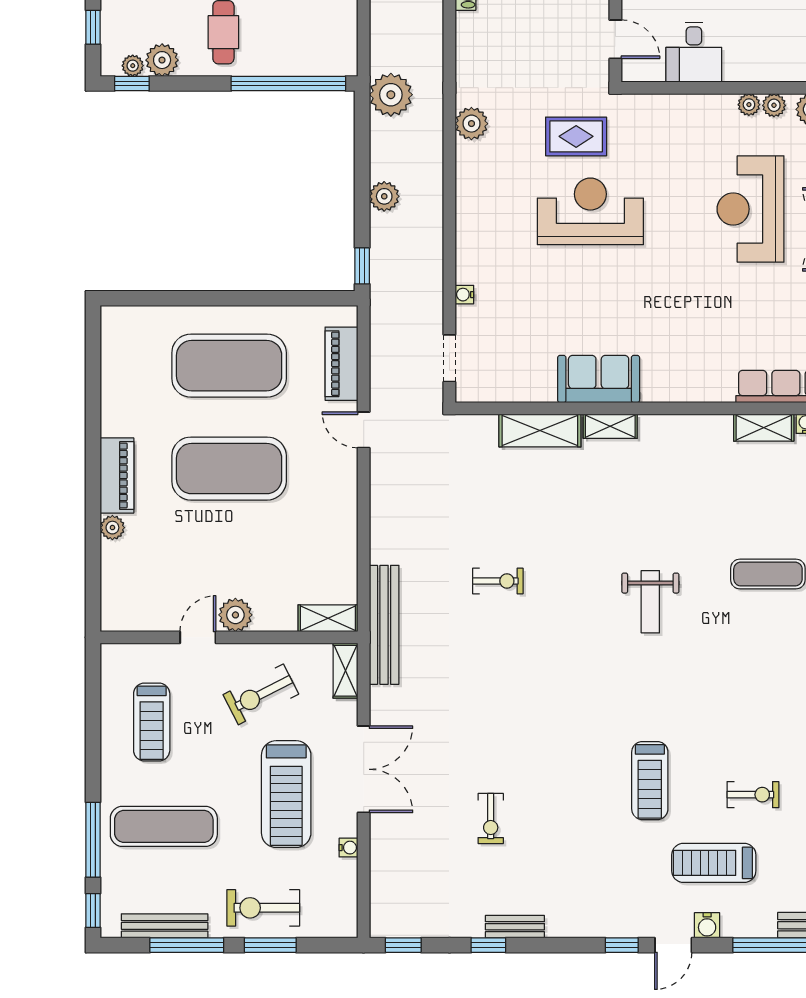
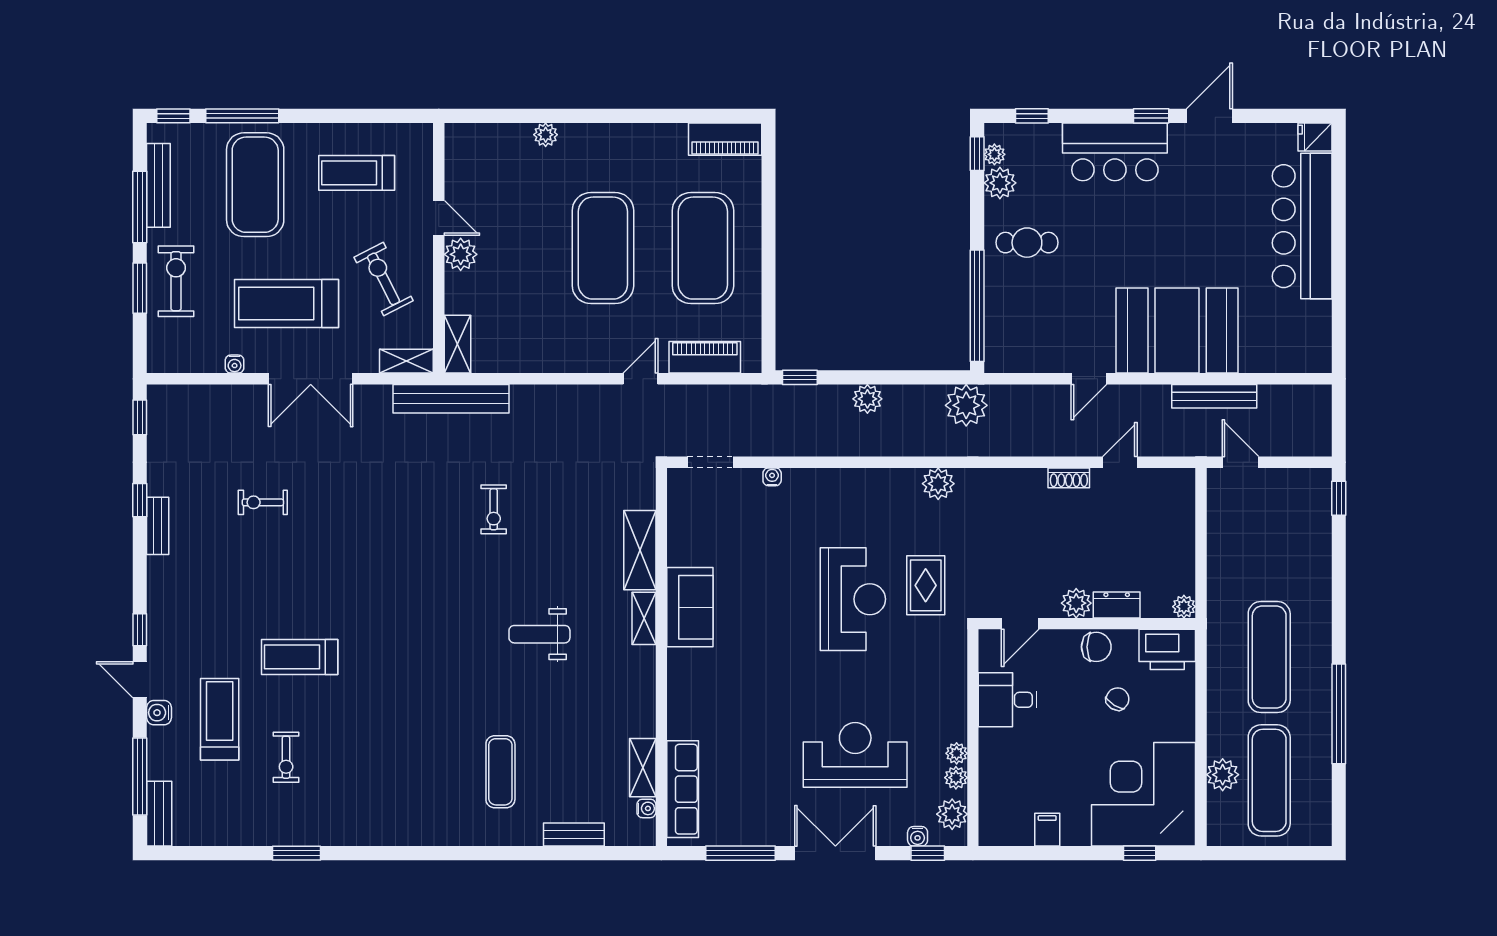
piano: (117, 476) -> (725, 139), moved
weight bench: (650, 602) -> (539, 634), moved
exercise mat: (164, 826) -> (255, 185), width x1.47

